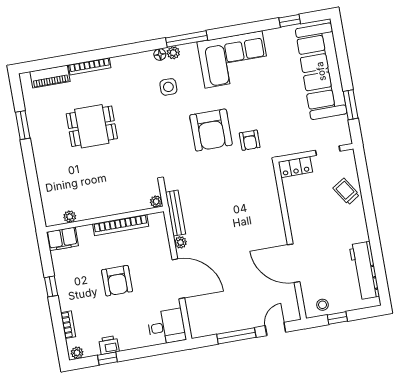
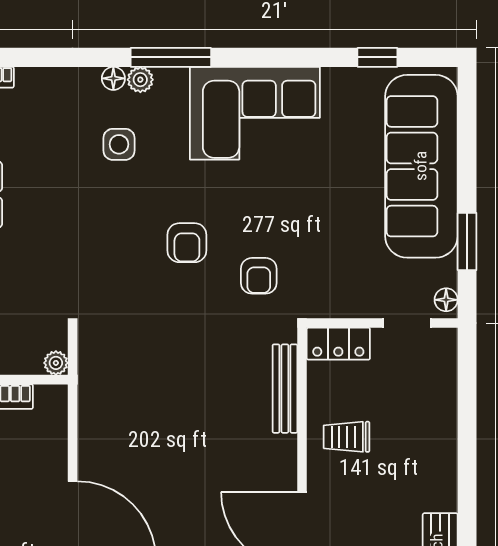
armchair: (211, 130) -> (187, 243), width x0.53, depth x0.53
floor lamp: (345, 136) -> (446, 300), added
trolley: (346, 191) -> (347, 437), moved, turned -57
bench: (176, 213) -> (285, 389), moved
plant: (181, 242) -> (89, 451), removed

